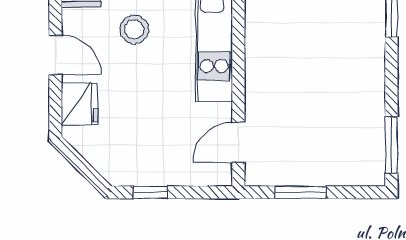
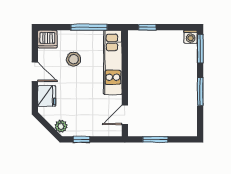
window: (391, 145) -> (200, 92), moved
plant: (109, 166) -> (61, 126), added

